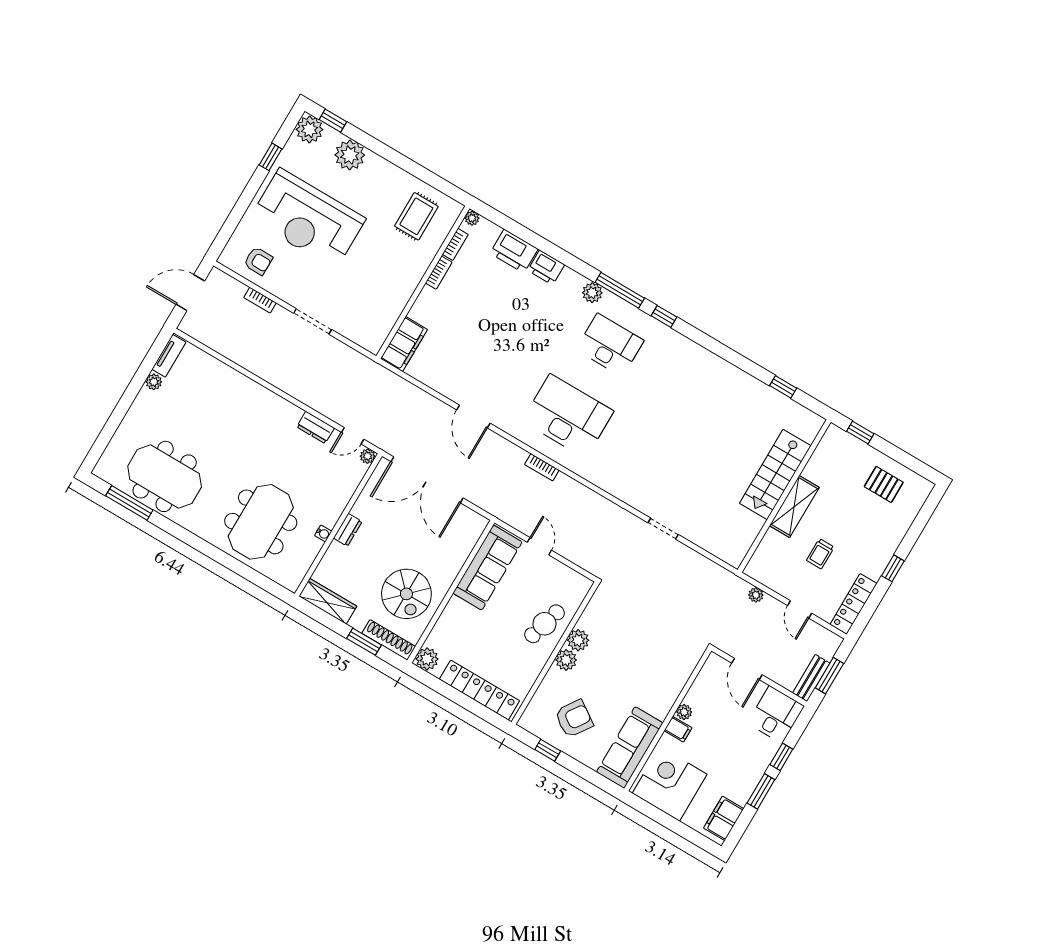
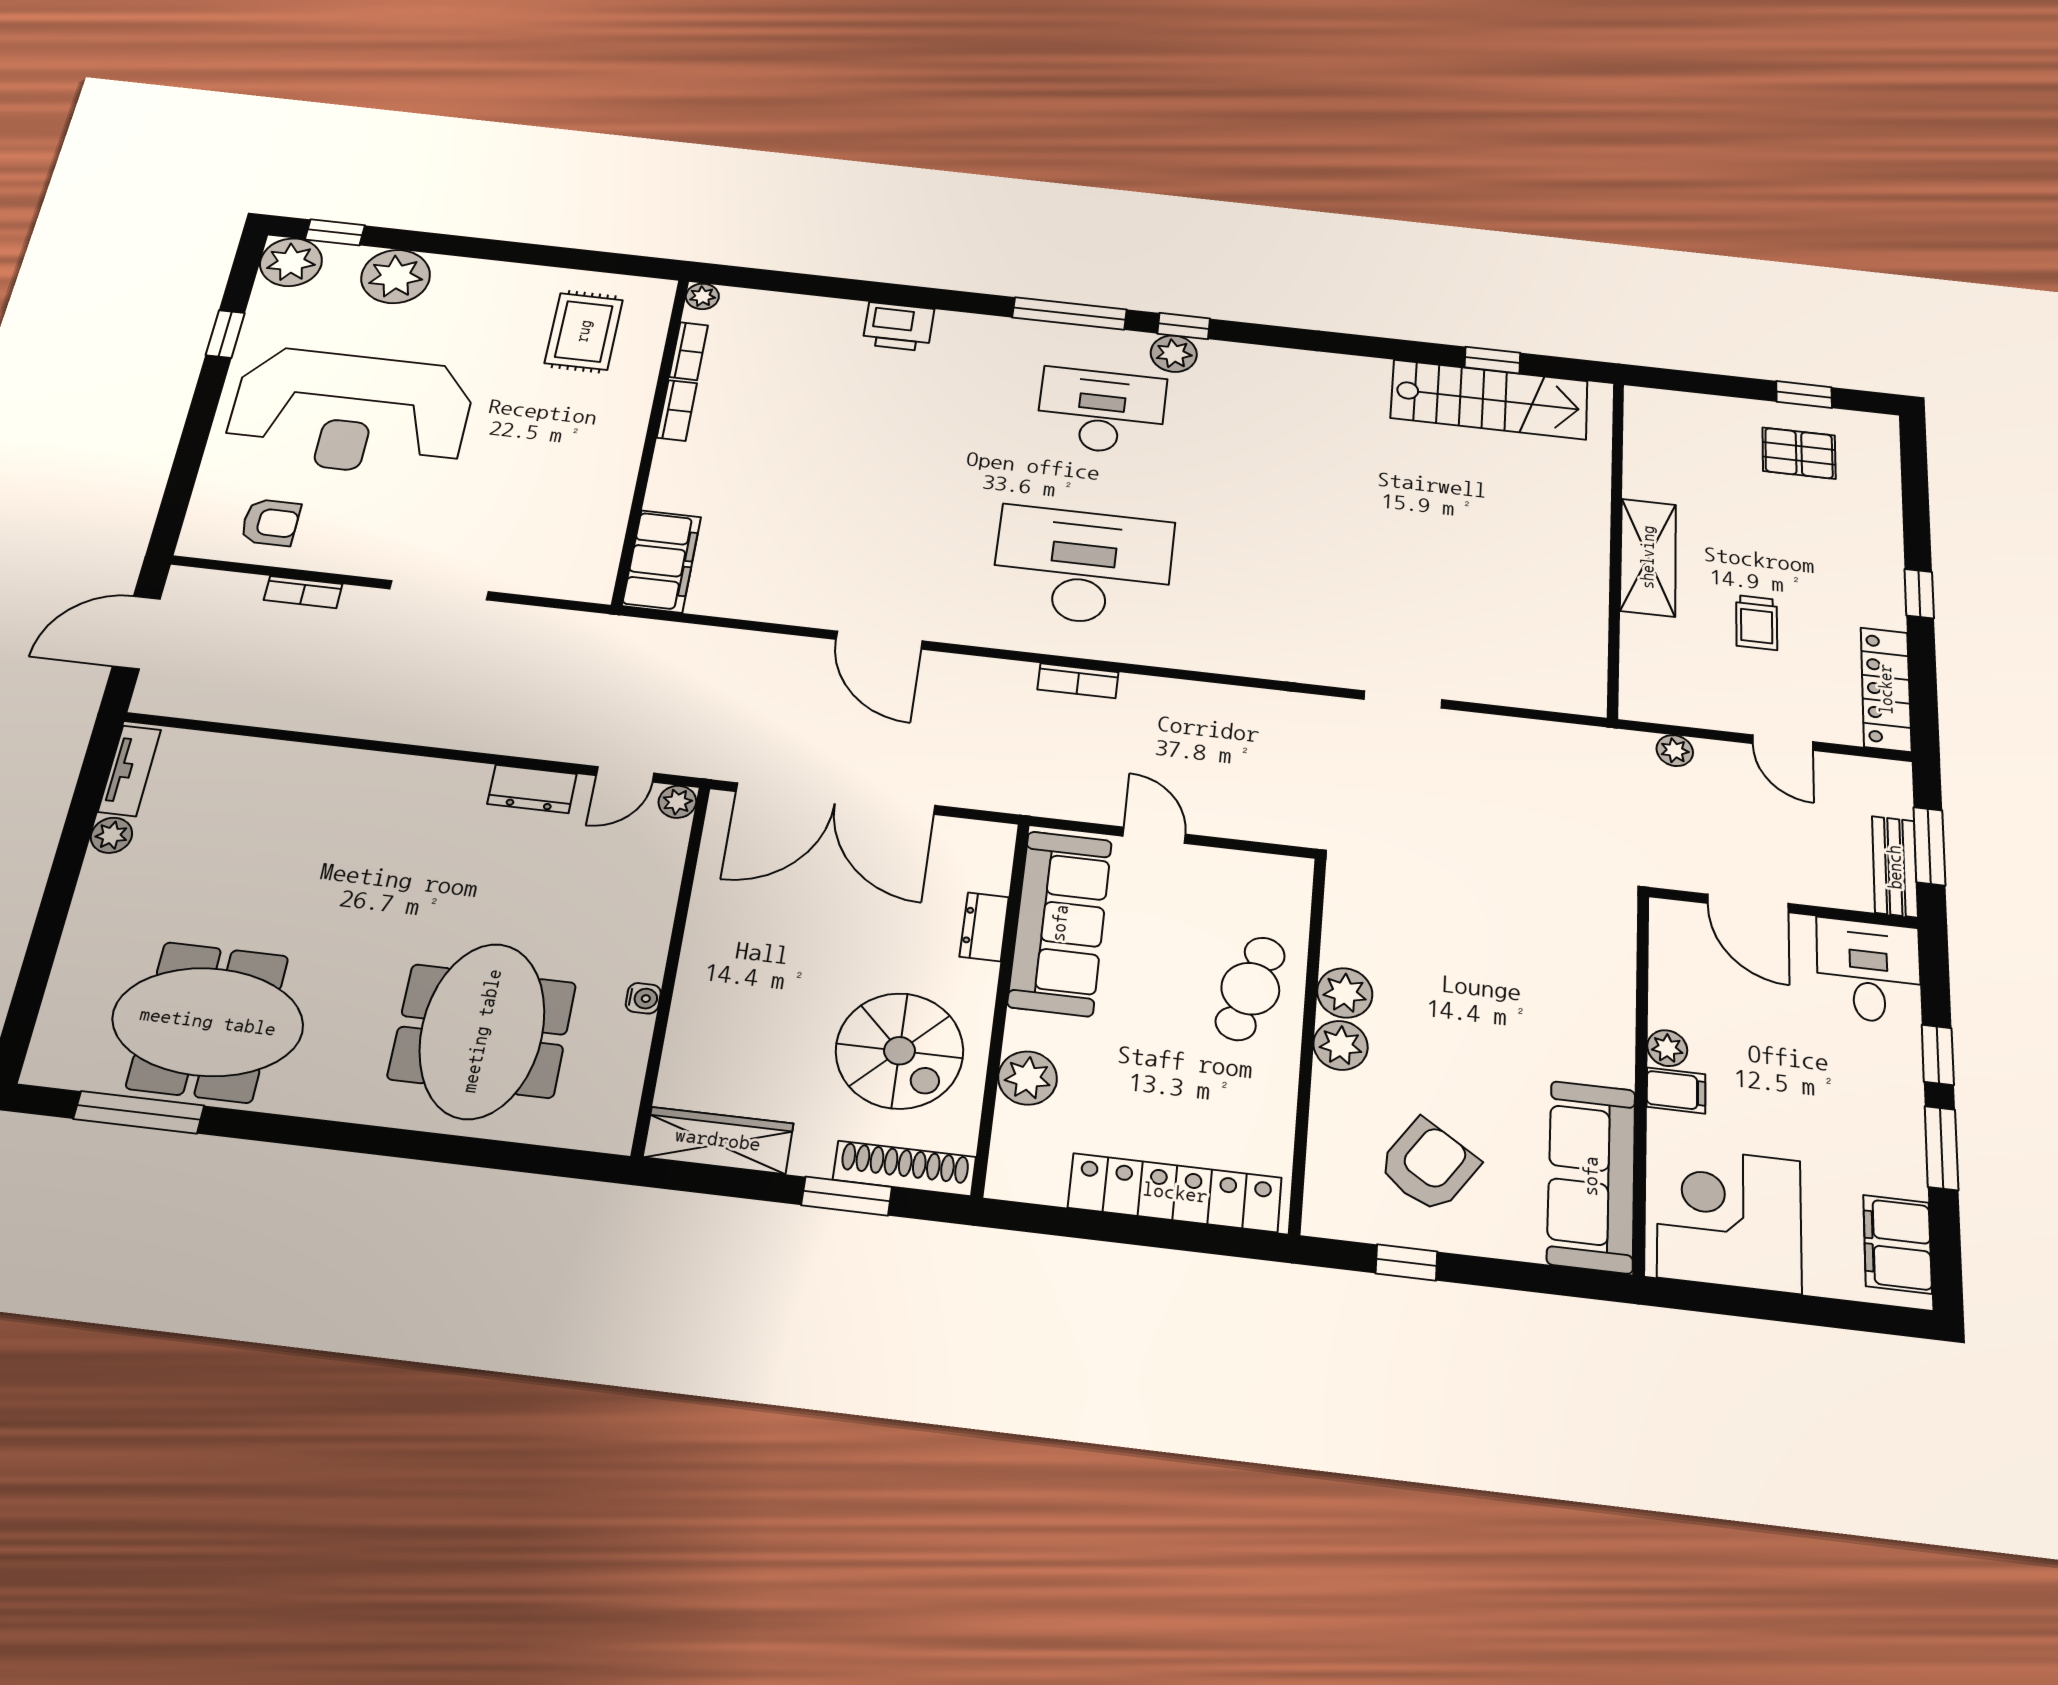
printer: (514, 251) -> (818, 322), removed
plant: (592, 293) -> (1174, 354), moved
window: (860, 433) -> (1804, 394), moved
stairs: (775, 474) -> (1489, 400), moved, turned -90
dresser: (348, 530) -> (984, 927), moved, turned 180
plant: (427, 659) -> (1028, 1078), moved

